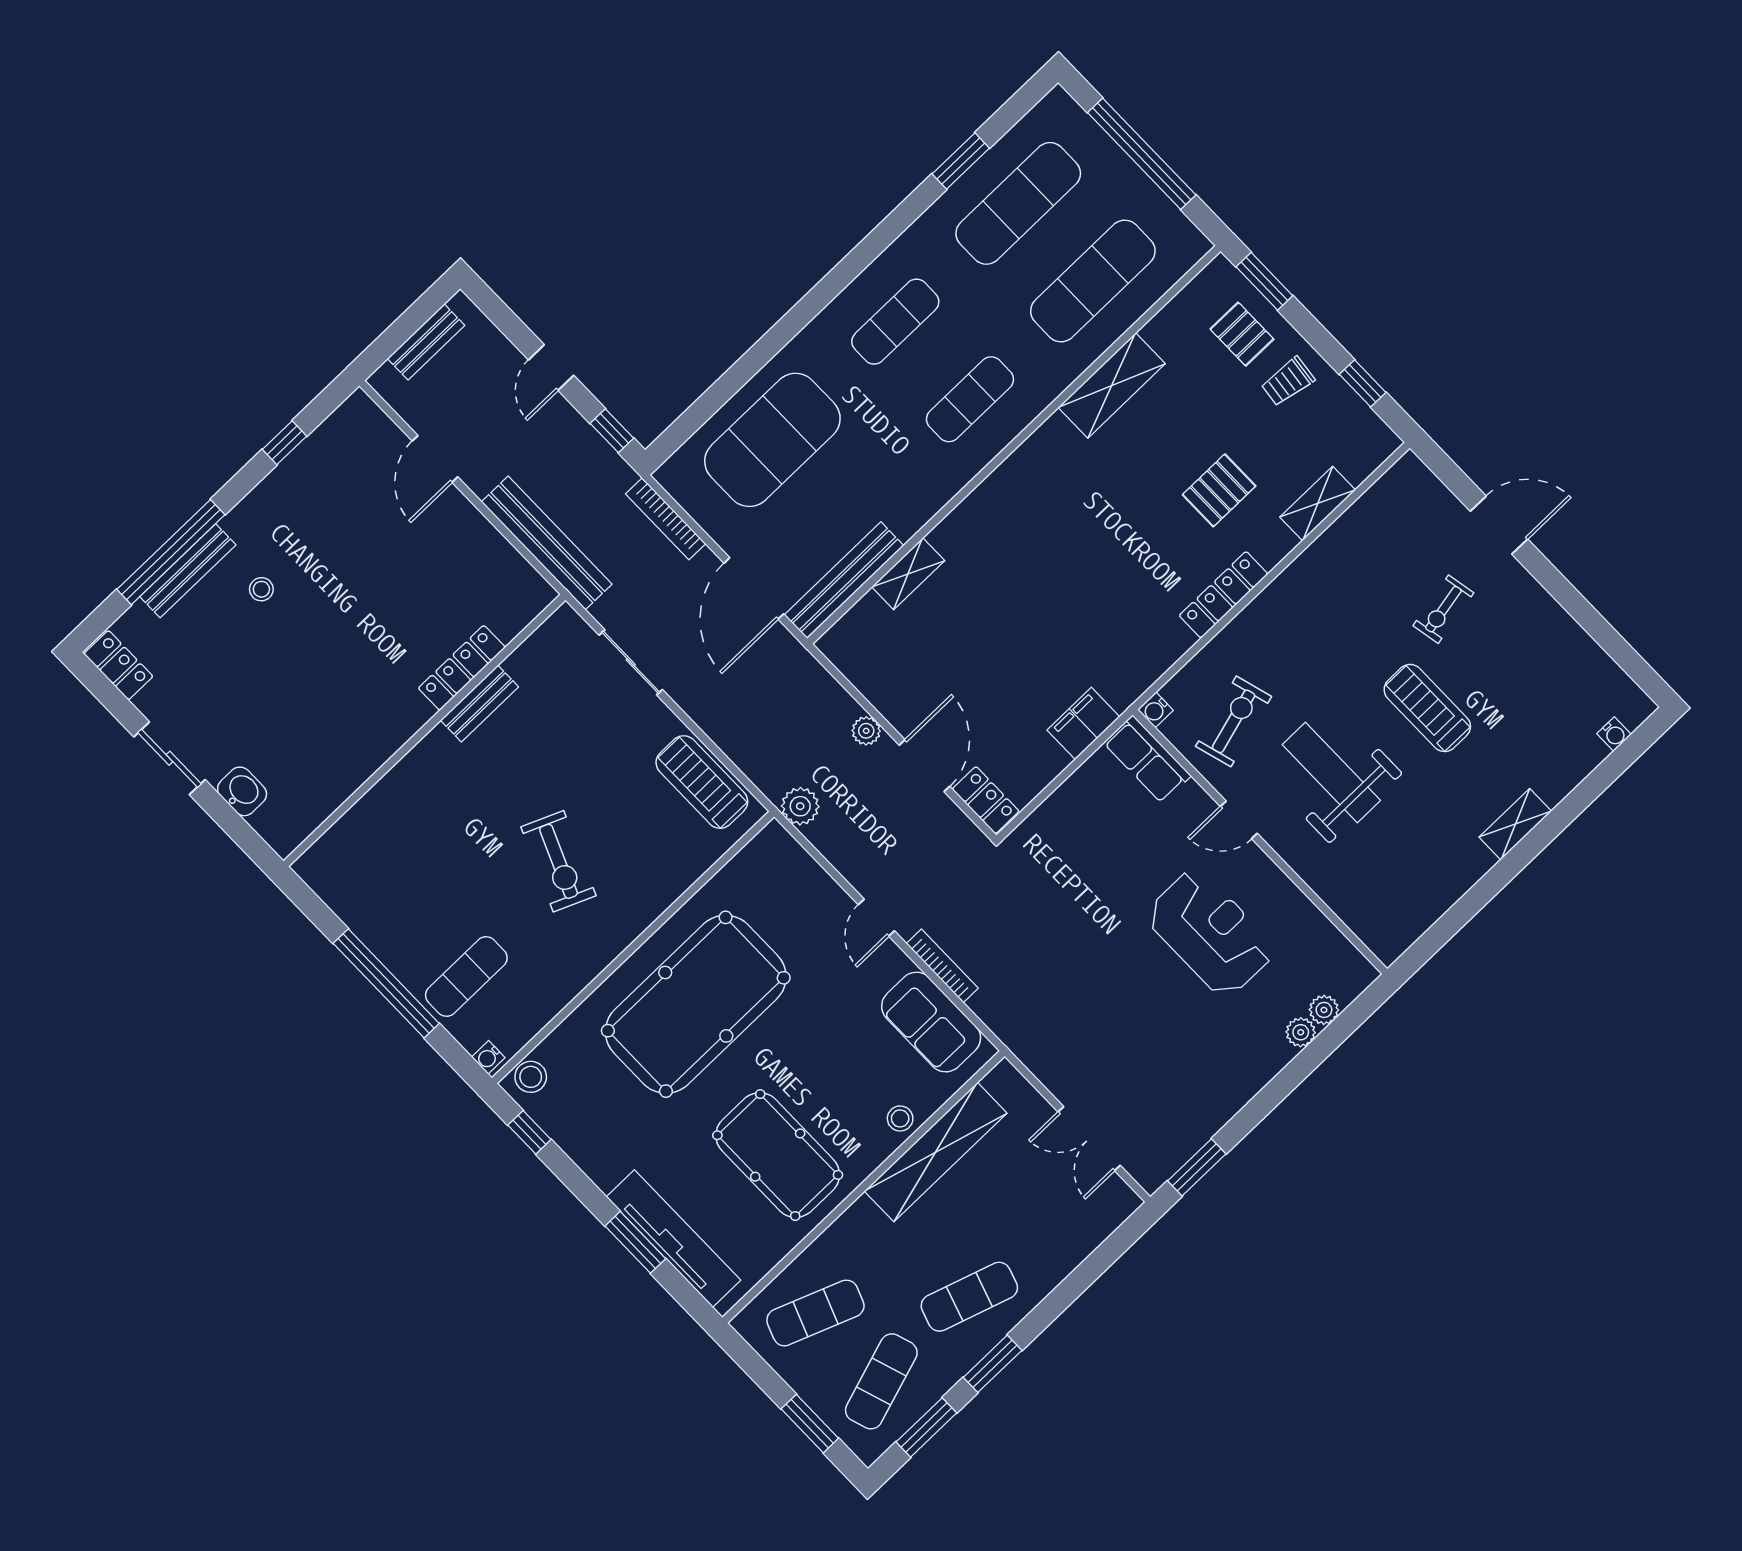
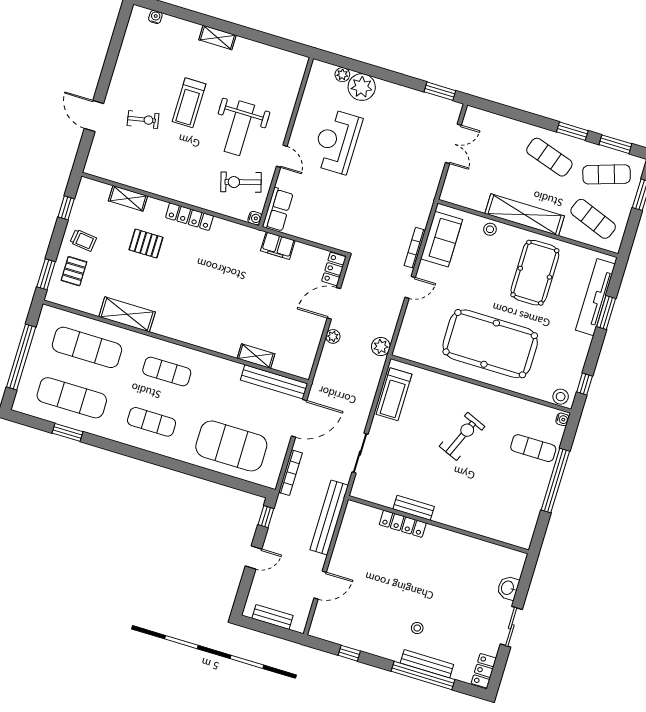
plant: (1301, 1032) -> (362, 87), width x1.87, depth x1.87
shelving: (936, 1152) -> (525, 215), moved

